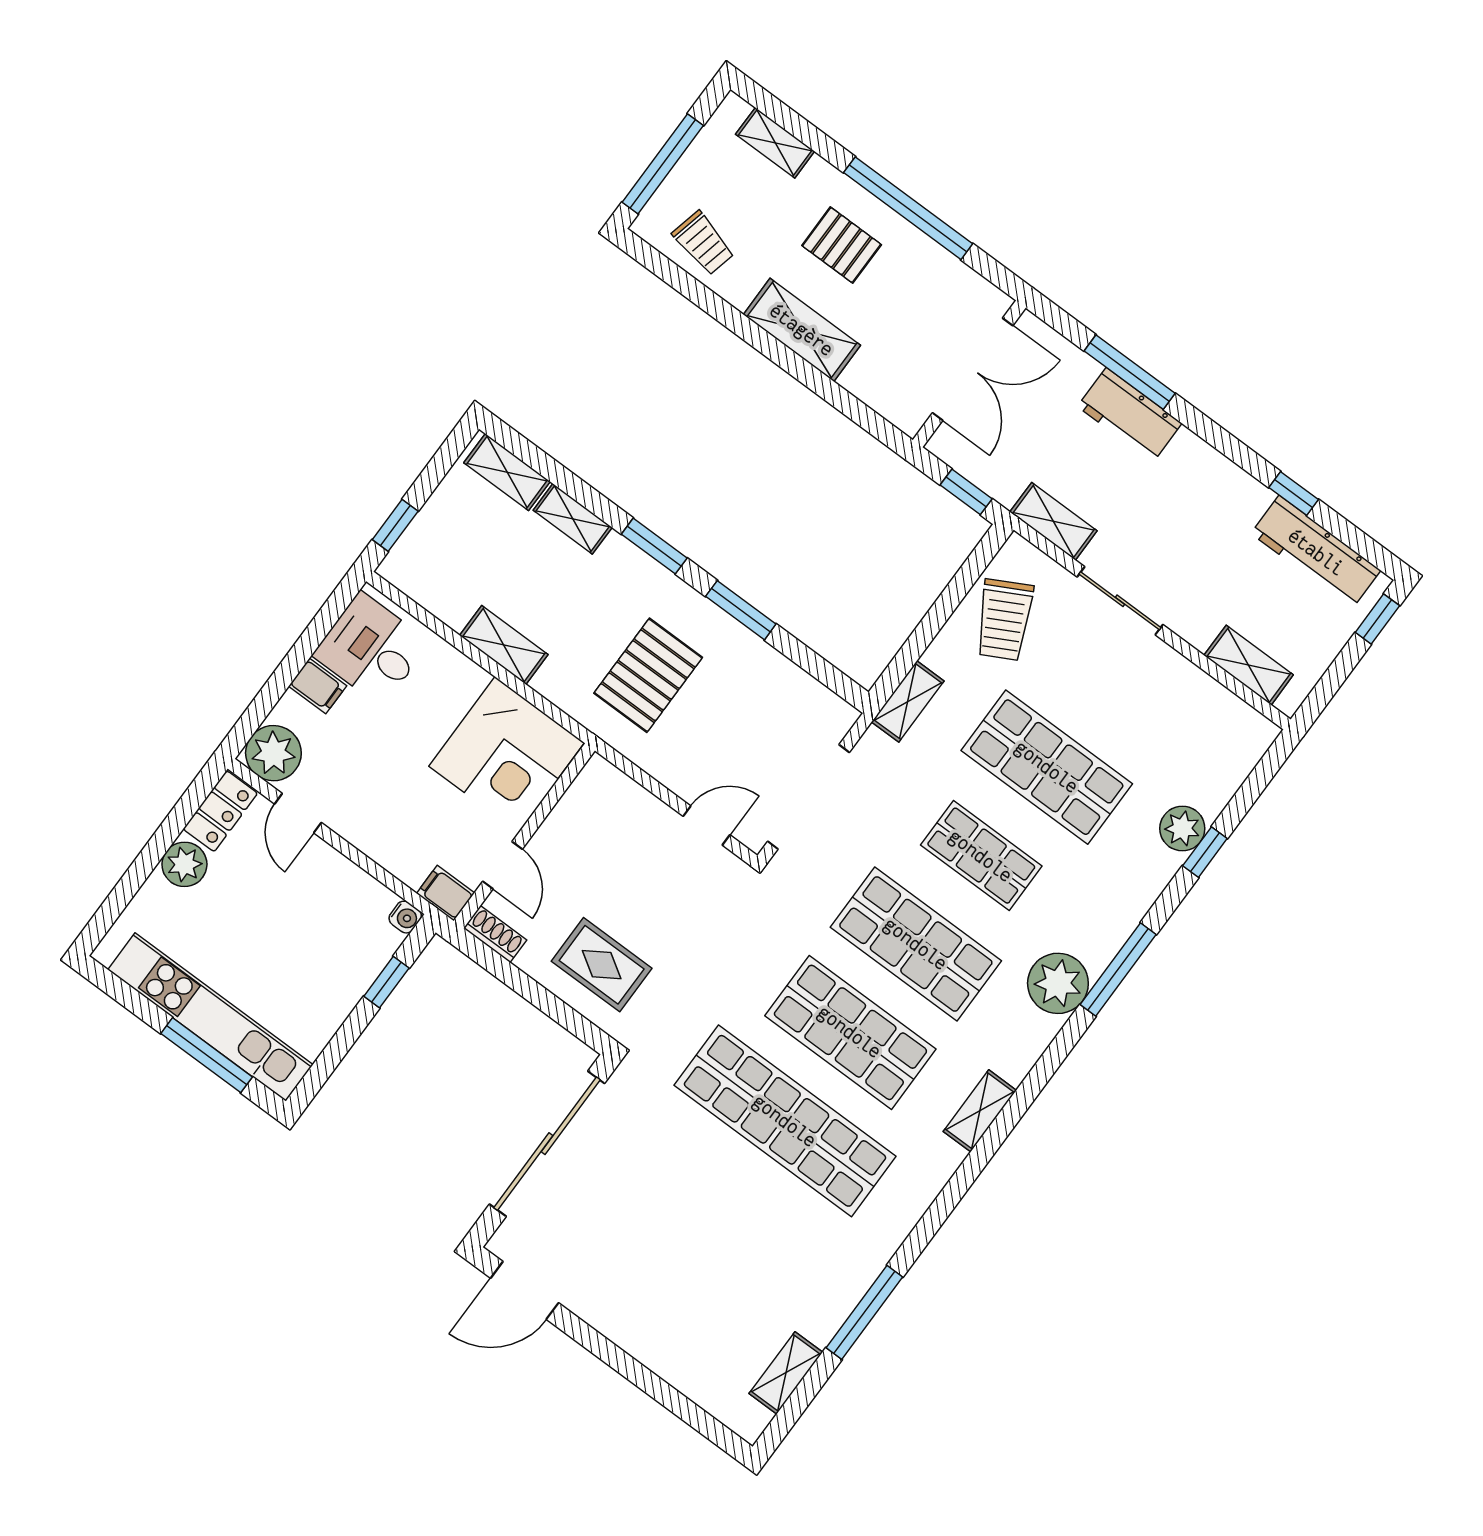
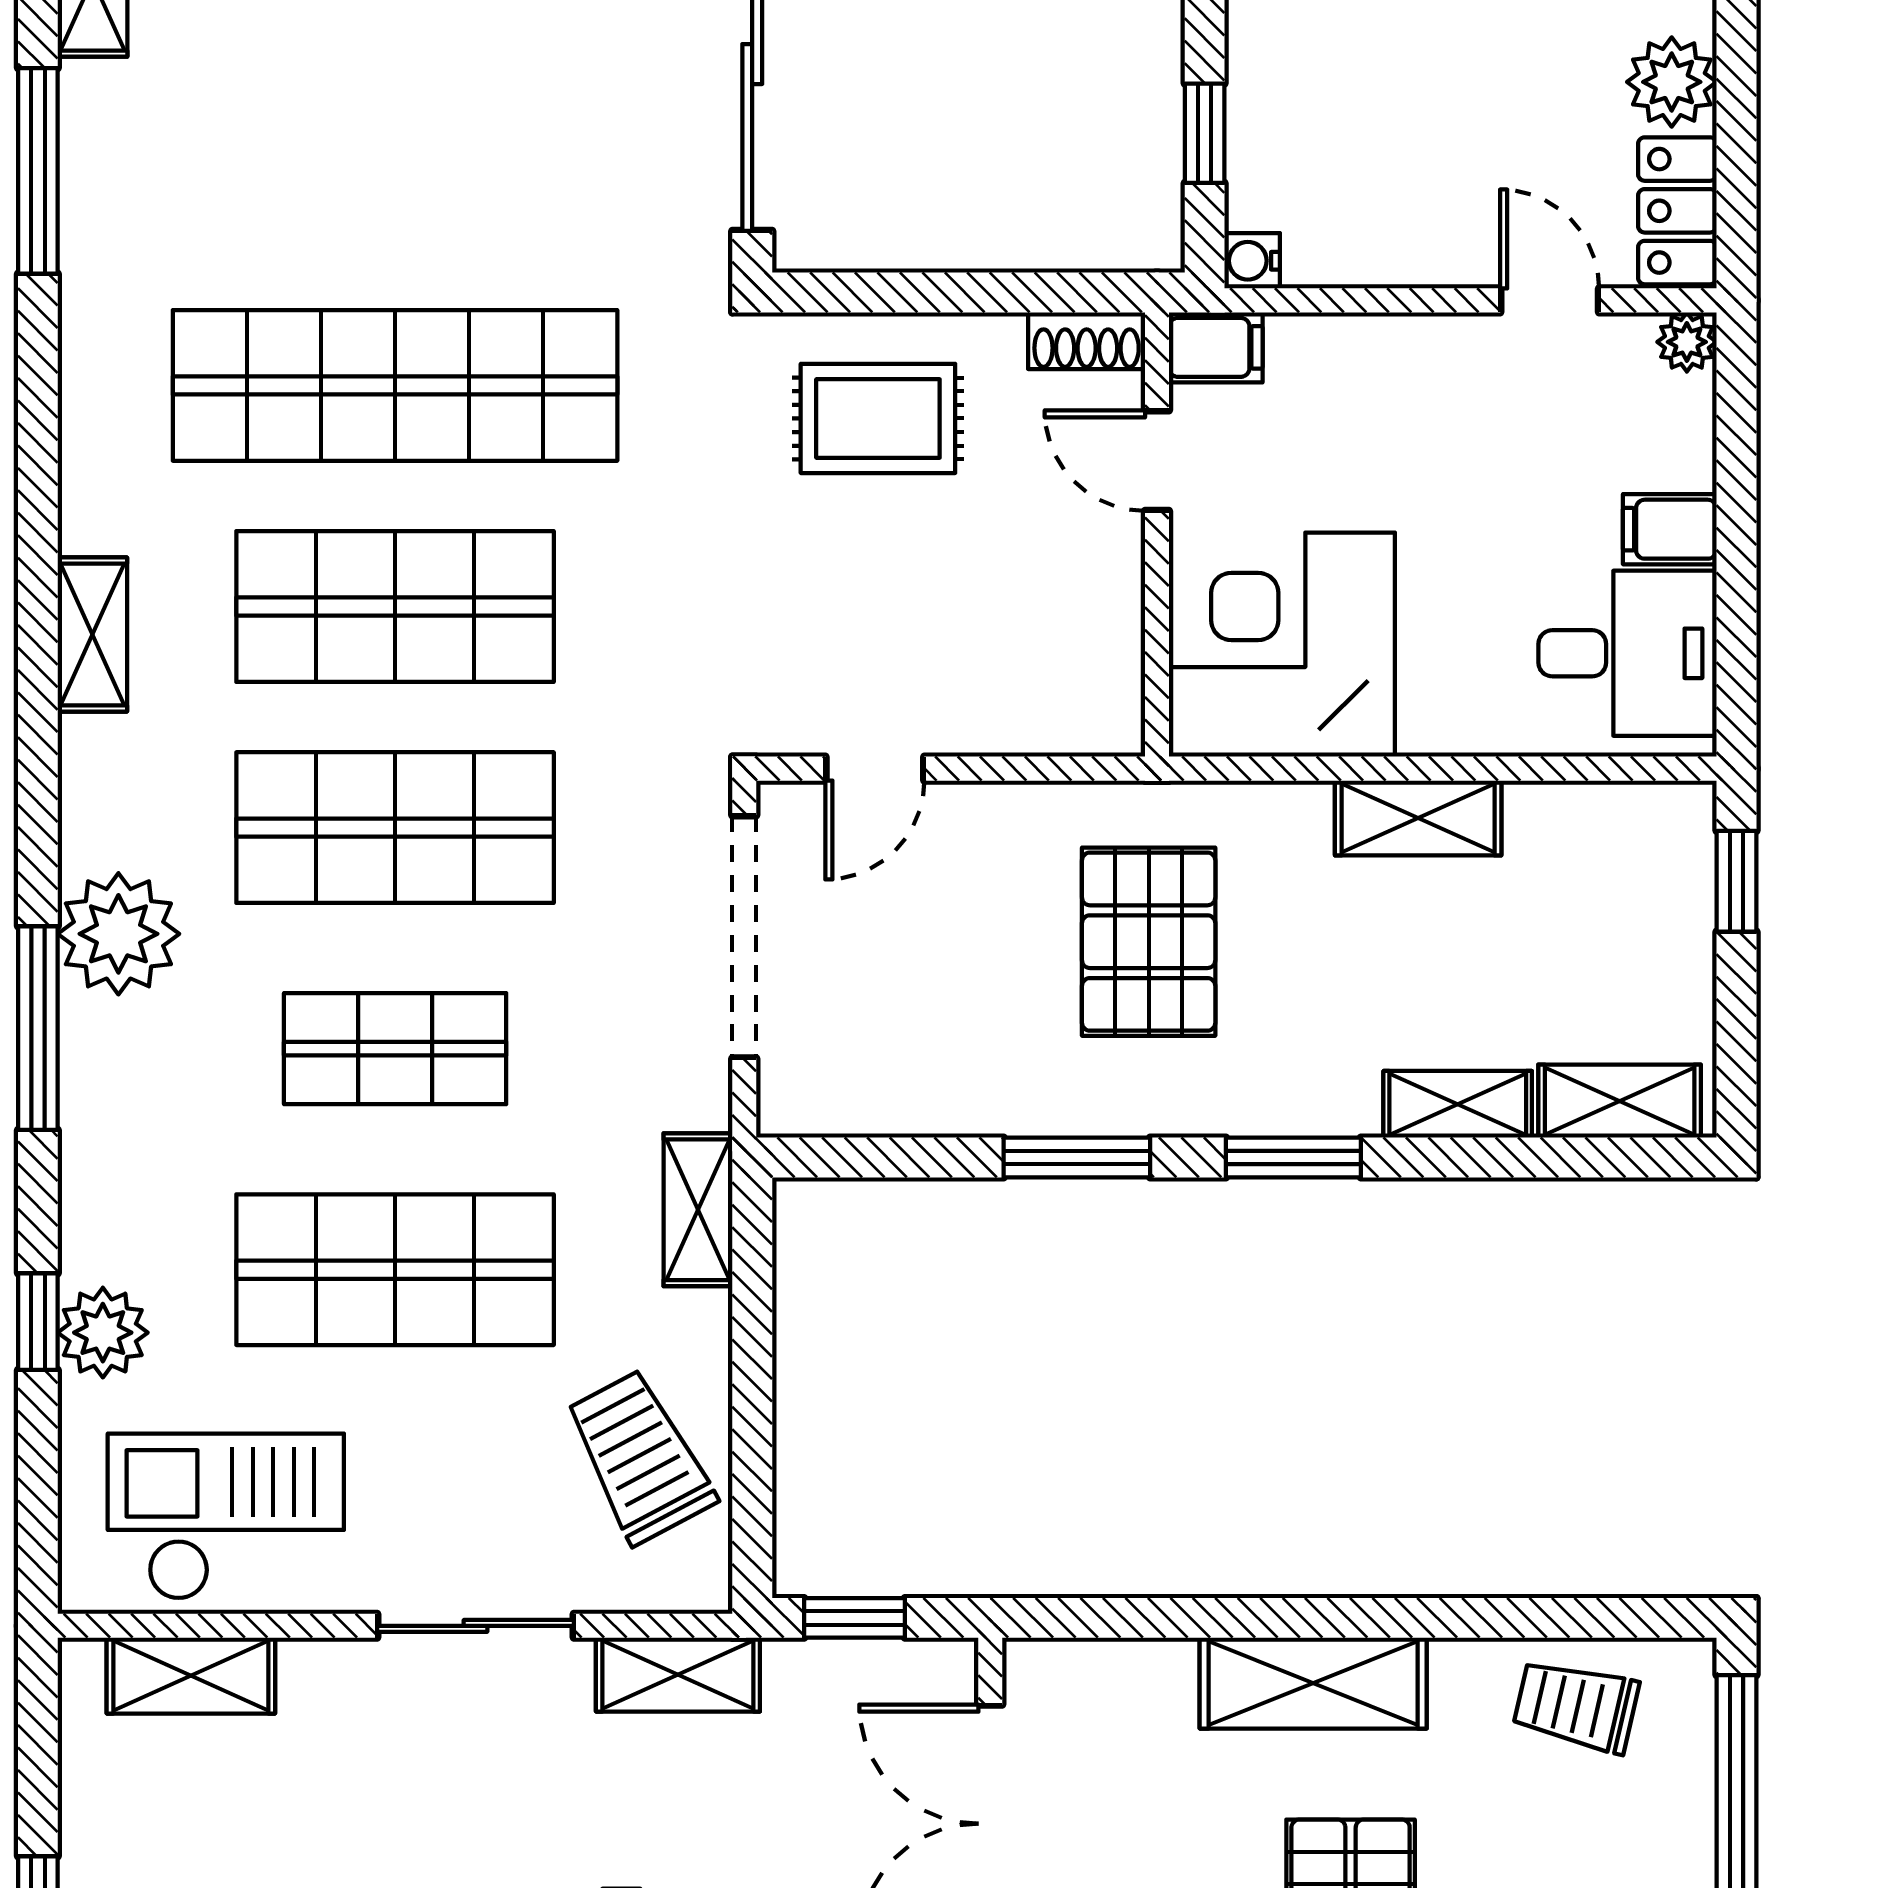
checkout: (1188, 718) -> (226, 1517), added
plant: (273, 753) -> (1687, 342), width x0.53, depth x0.53

